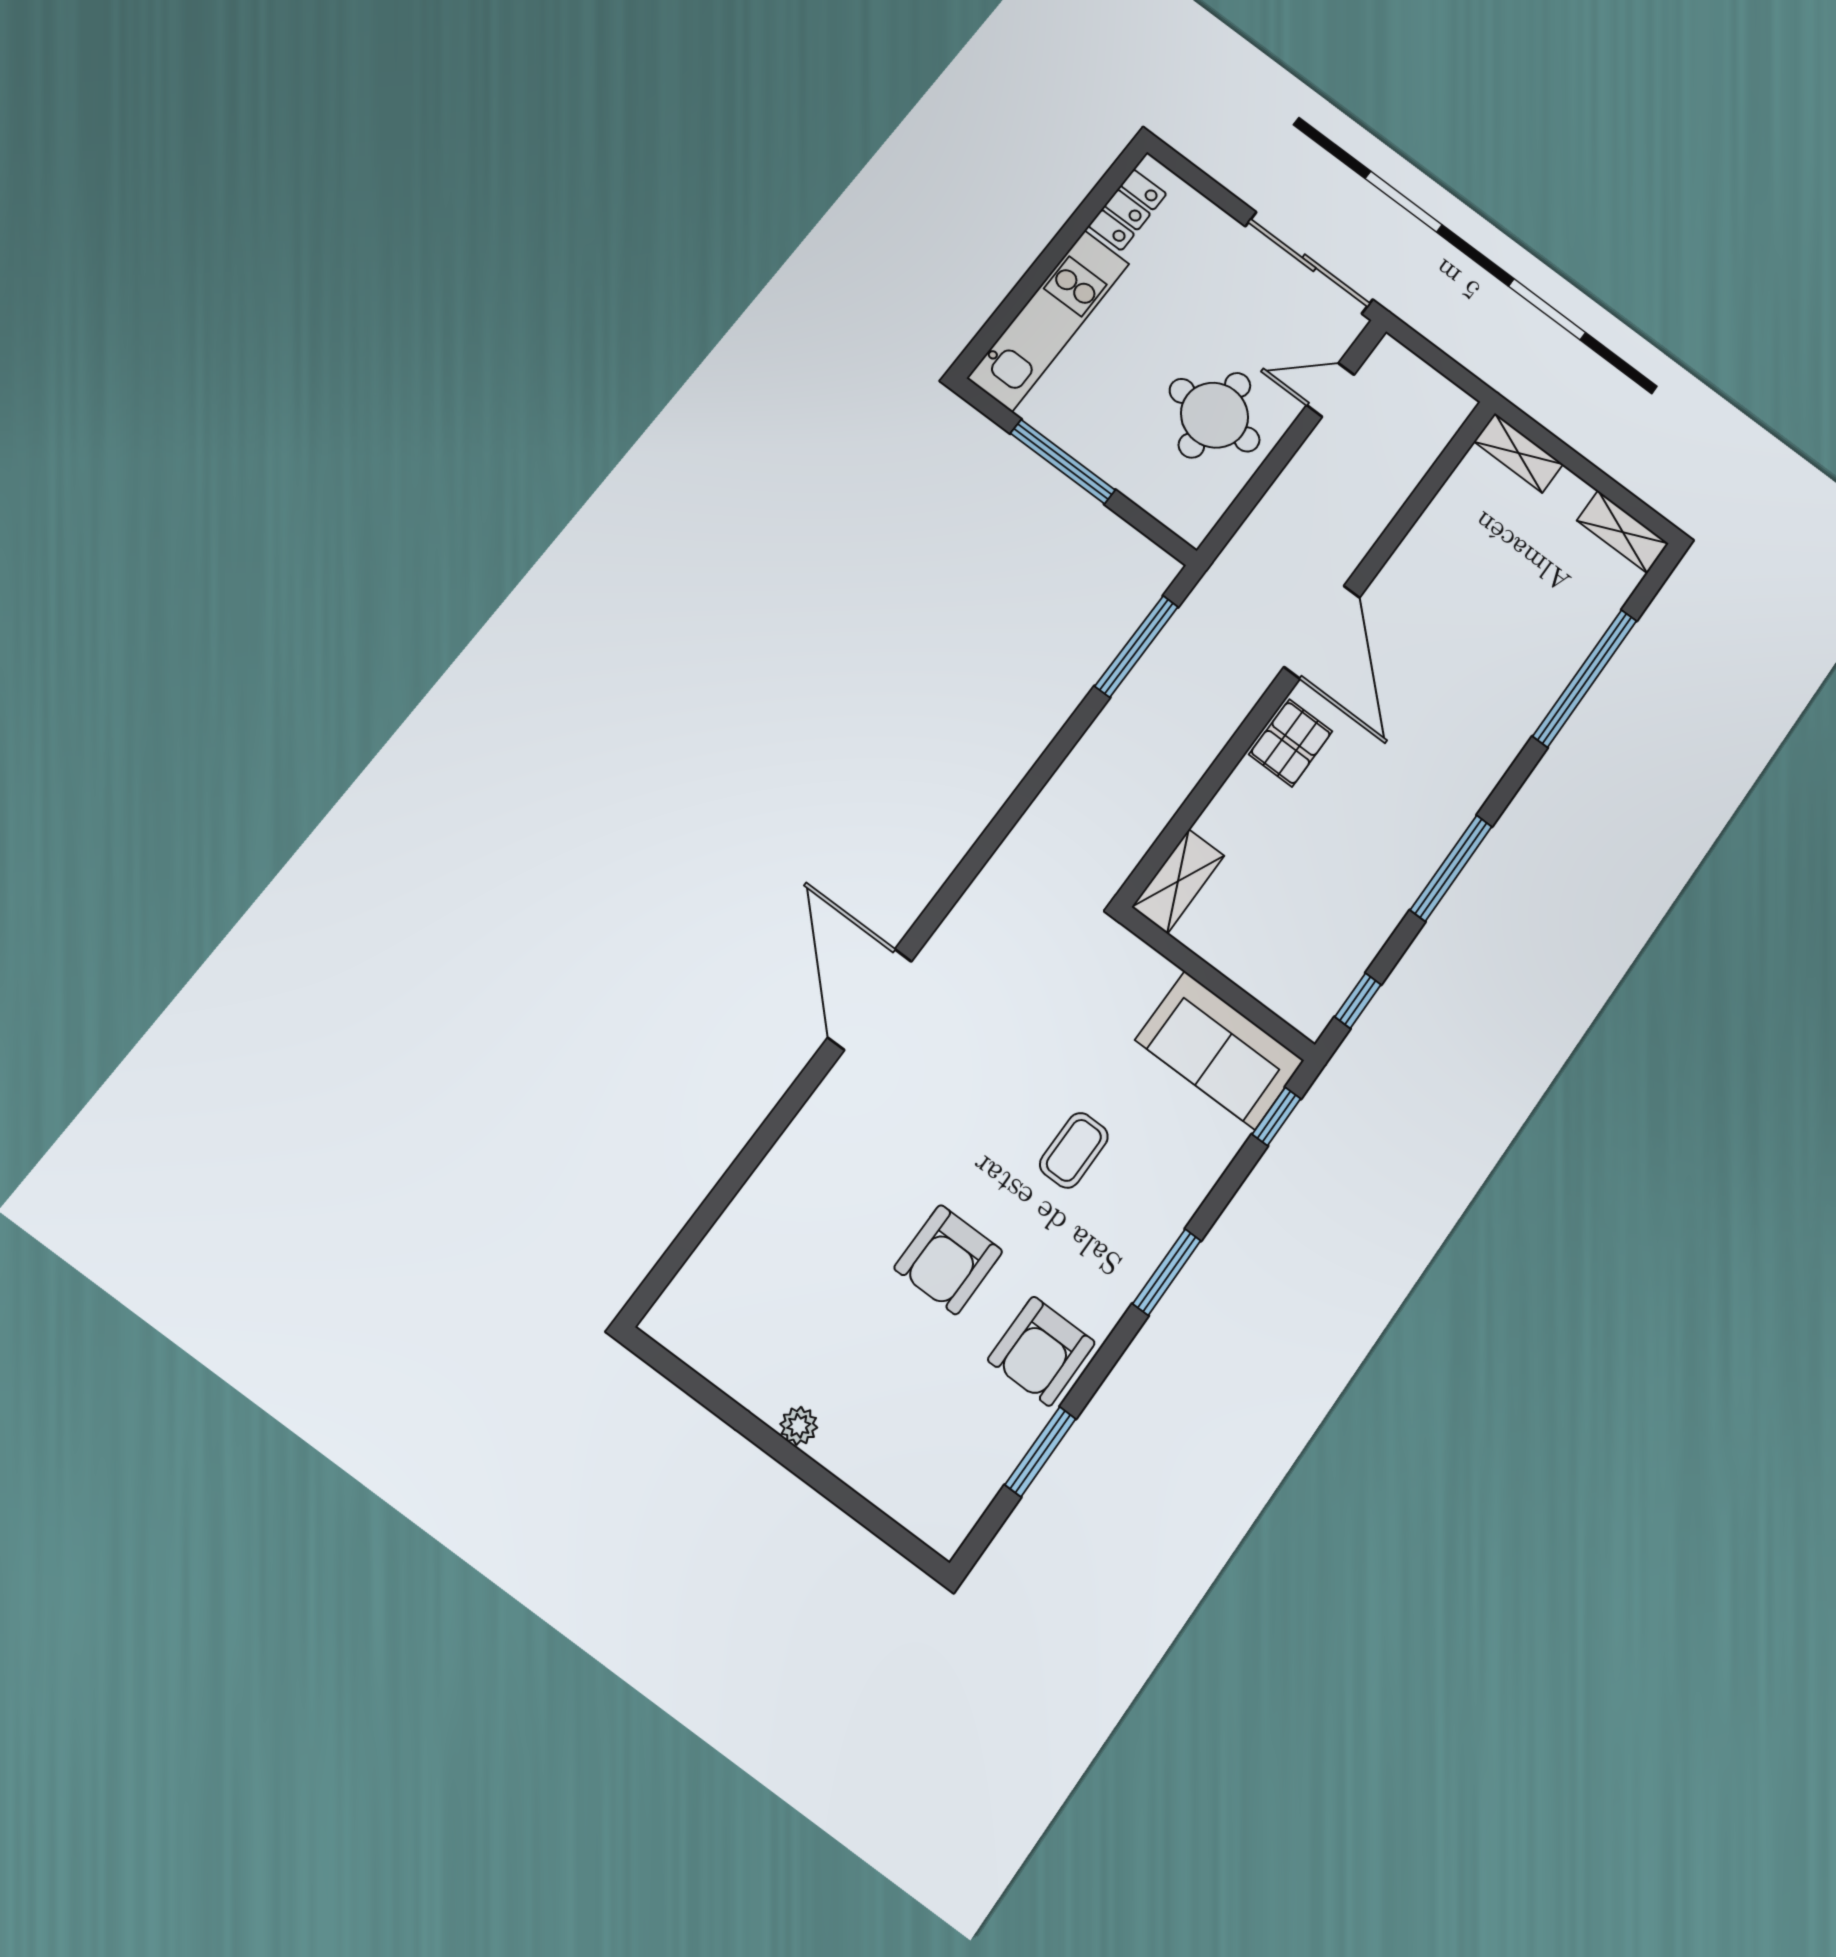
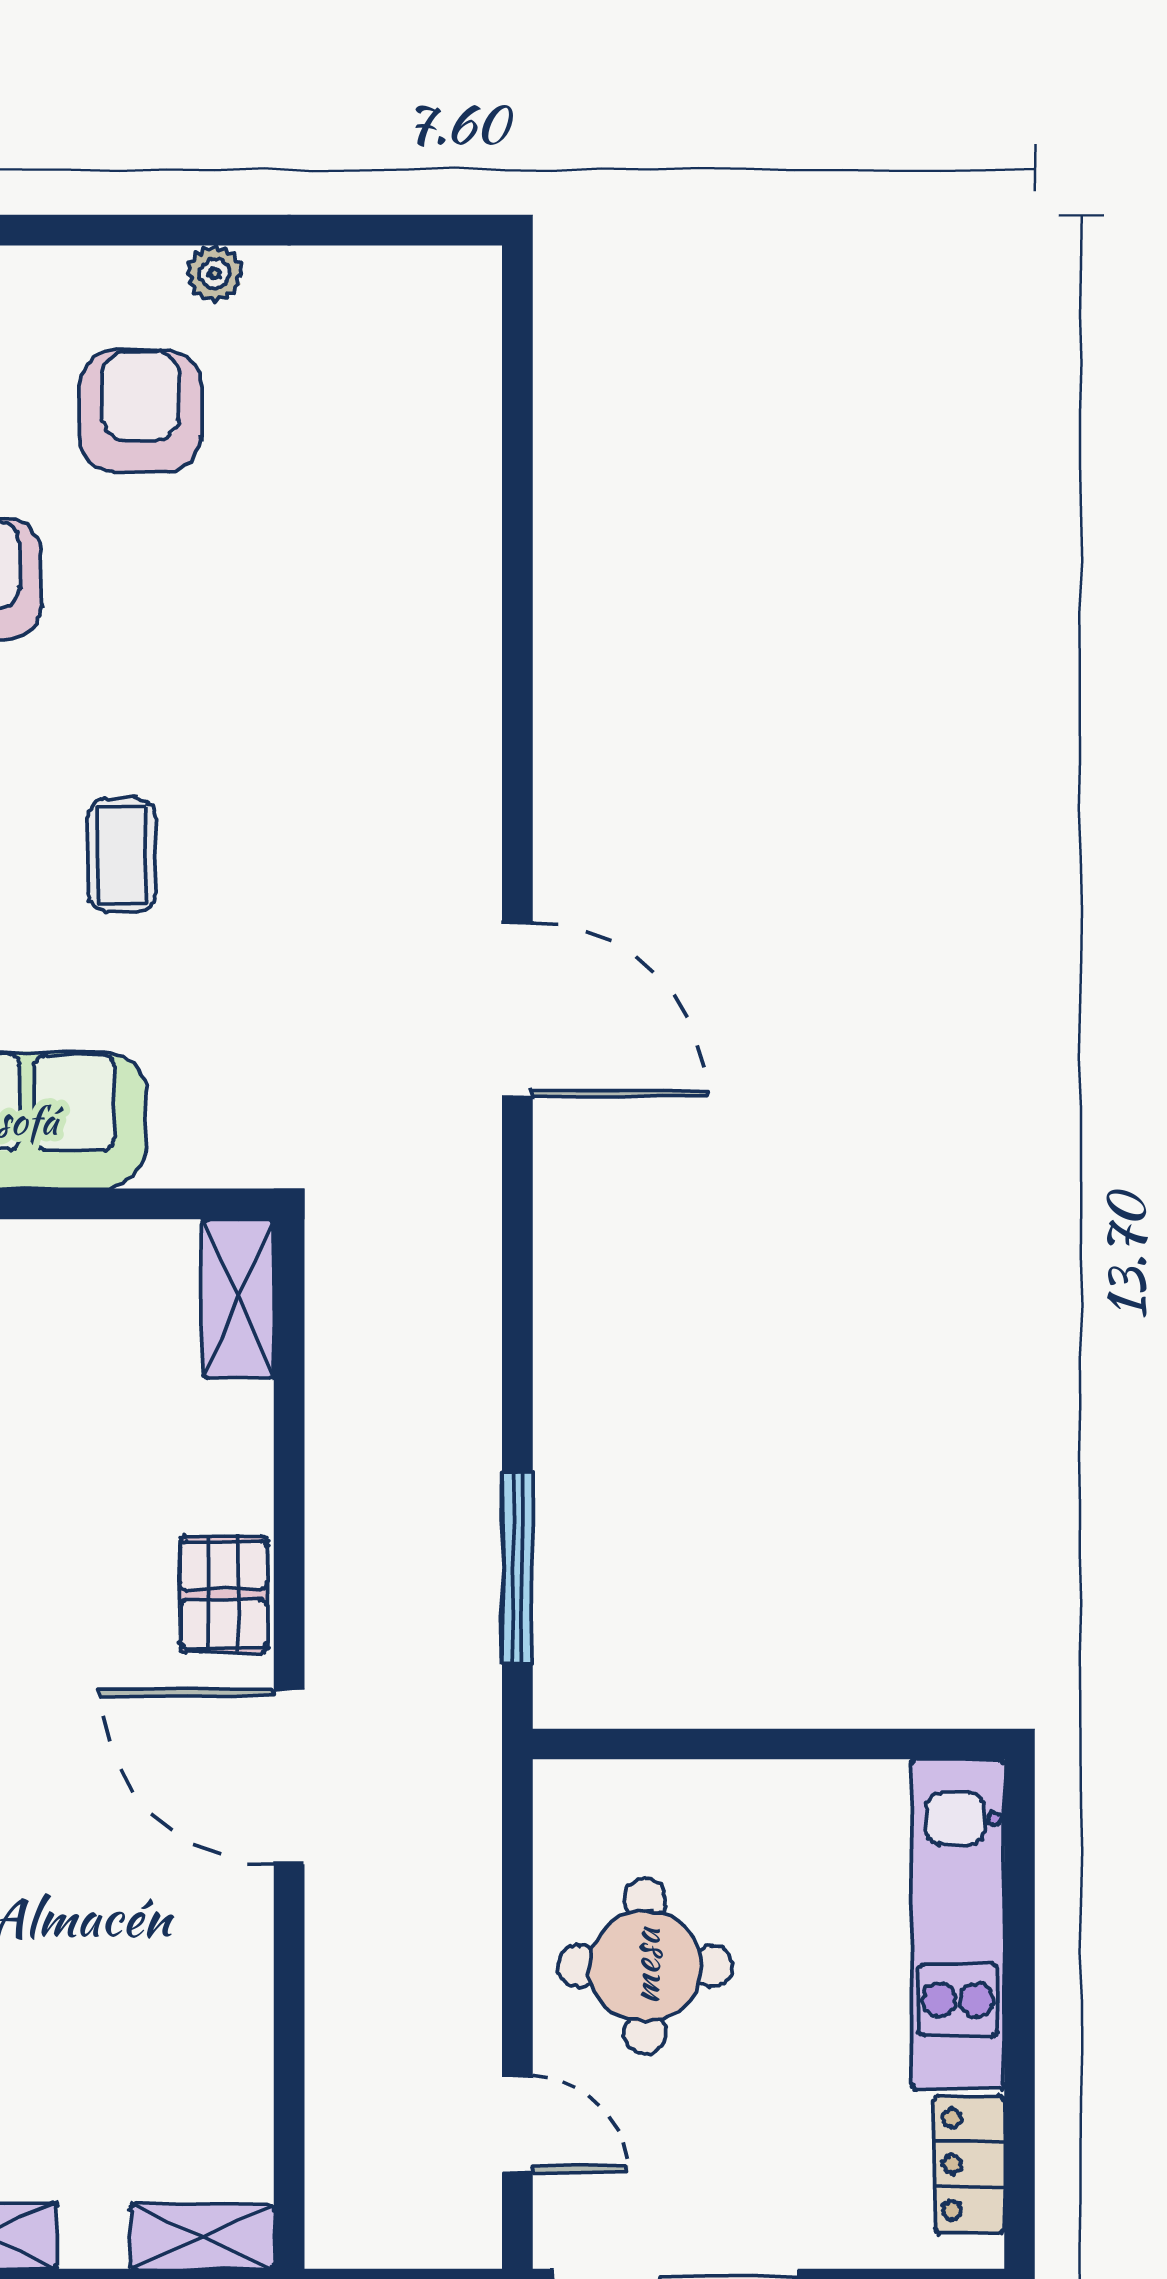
door: (1330, 390) -> (517, 2125), hinge flipped
window: (1063, 462) -> (796, 1744), removed
door: (870, 999) -> (517, 1010), moved
armchair: (948, 1260) -> (140, 411), moved

